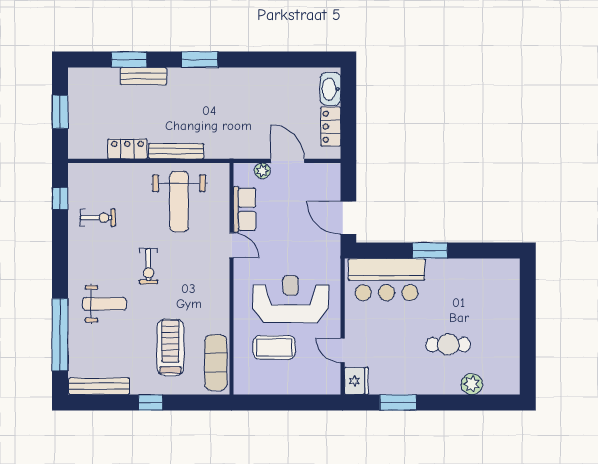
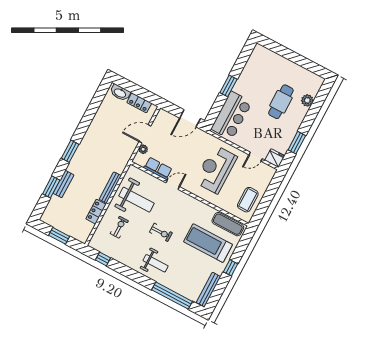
exercise bike: (98, 218) -> (119, 227), moved
weight bench: (104, 304) -> (156, 263), moved, turned 90
cafe table: (448, 344) -> (281, 102), width x1.37, depth x1.35
treadmill: (170, 347) -> (208, 243), width x1.37, depth x1.38
coffee table: (274, 348) -> (248, 200), moved

